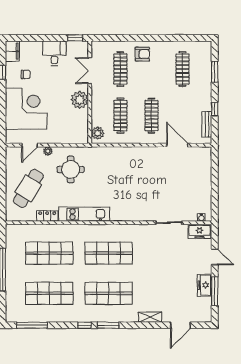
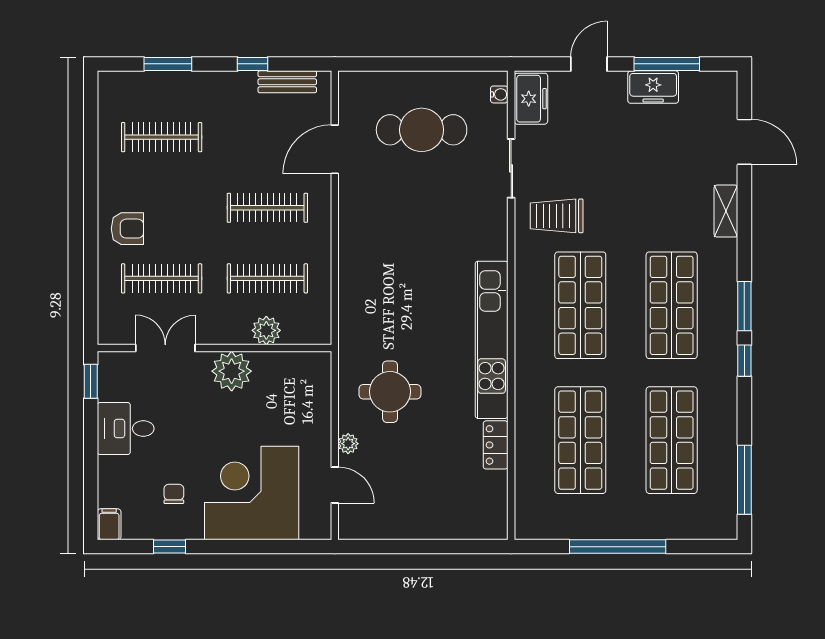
filing cabinet: (12, 51) -> (109, 524), width x0.50
armchair: (142, 54) -> (127, 229), turned 90
double door: (90, 71) -> (165, 348), swing flipped
plant: (98, 133) -> (266, 330), moved
cafe table: (28, 188) -> (422, 130), moved, turned -32
kitchen unit: (84, 214) -> (492, 340), width x1.36
trolley: (148, 243) -> (557, 216), added

